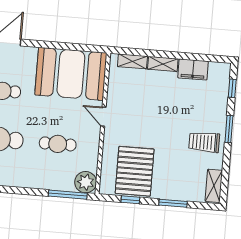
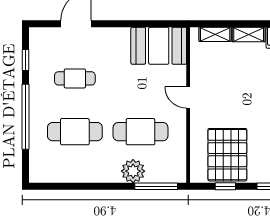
booth: (71, 74) -> (159, 46), width x0.73, depth x0.70
cafe table: (58, 144) -> (141, 132), width x1.37, depth x1.35
plant: (86, 182) -> (133, 171), moved

